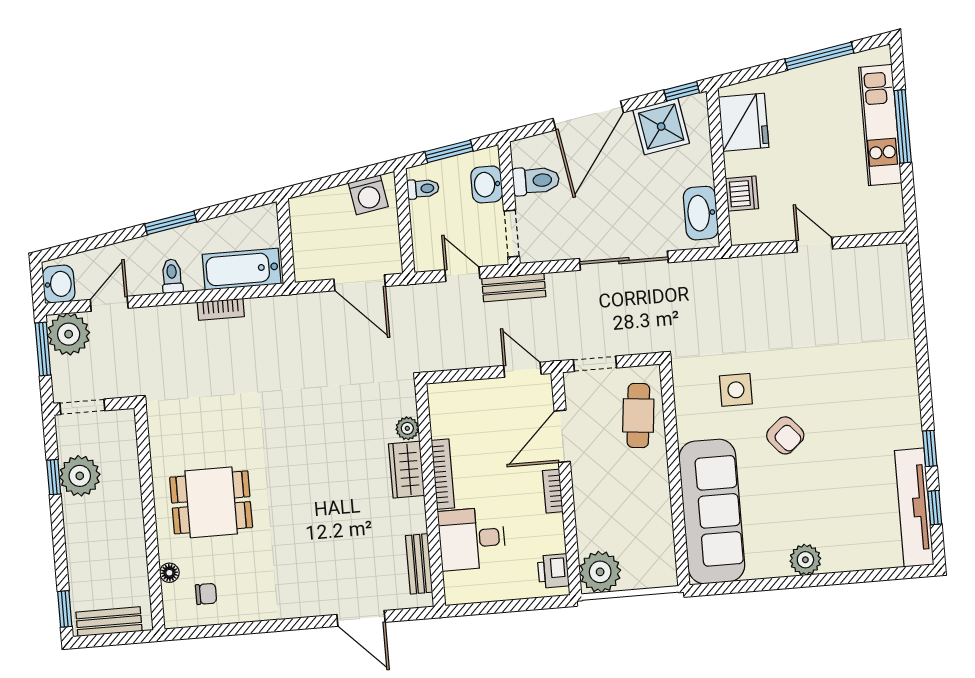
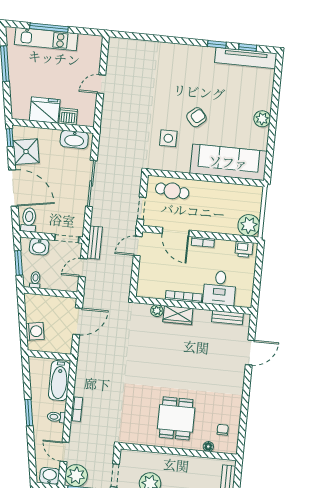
fridge: (744, 122) -> (45, 110), moved
toilet: (536, 181) -> (29, 220), moved
washing machine: (368, 195) -> (35, 331), moved
bookcase: (221, 309) -> (77, 409), moved

